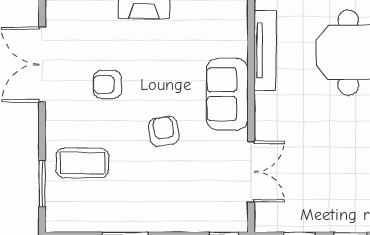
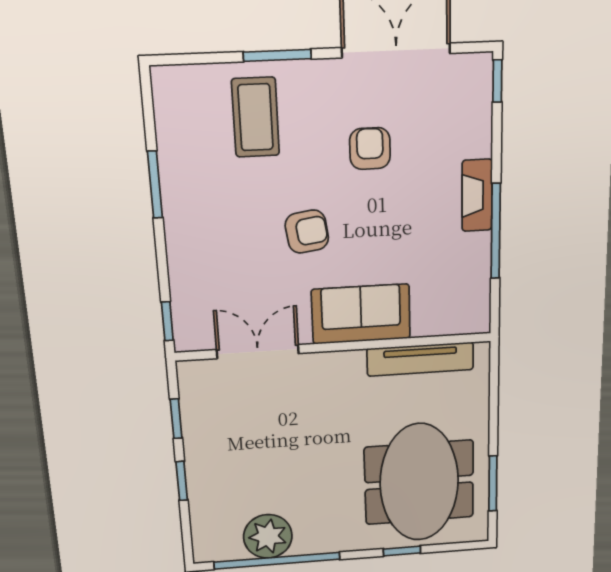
double door: (251, 172) -> (258, 352), swing flipped
window: (42, 184) -> (277, 55), moved

